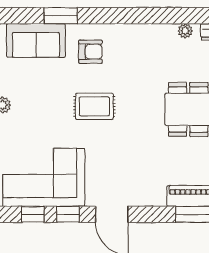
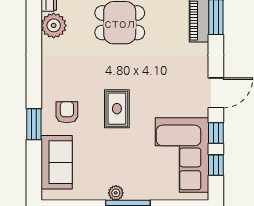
window: (61, 16) -> (34, 124), moved
plant: (185, 31) -> (54, 25), width x1.87, depth x1.87

